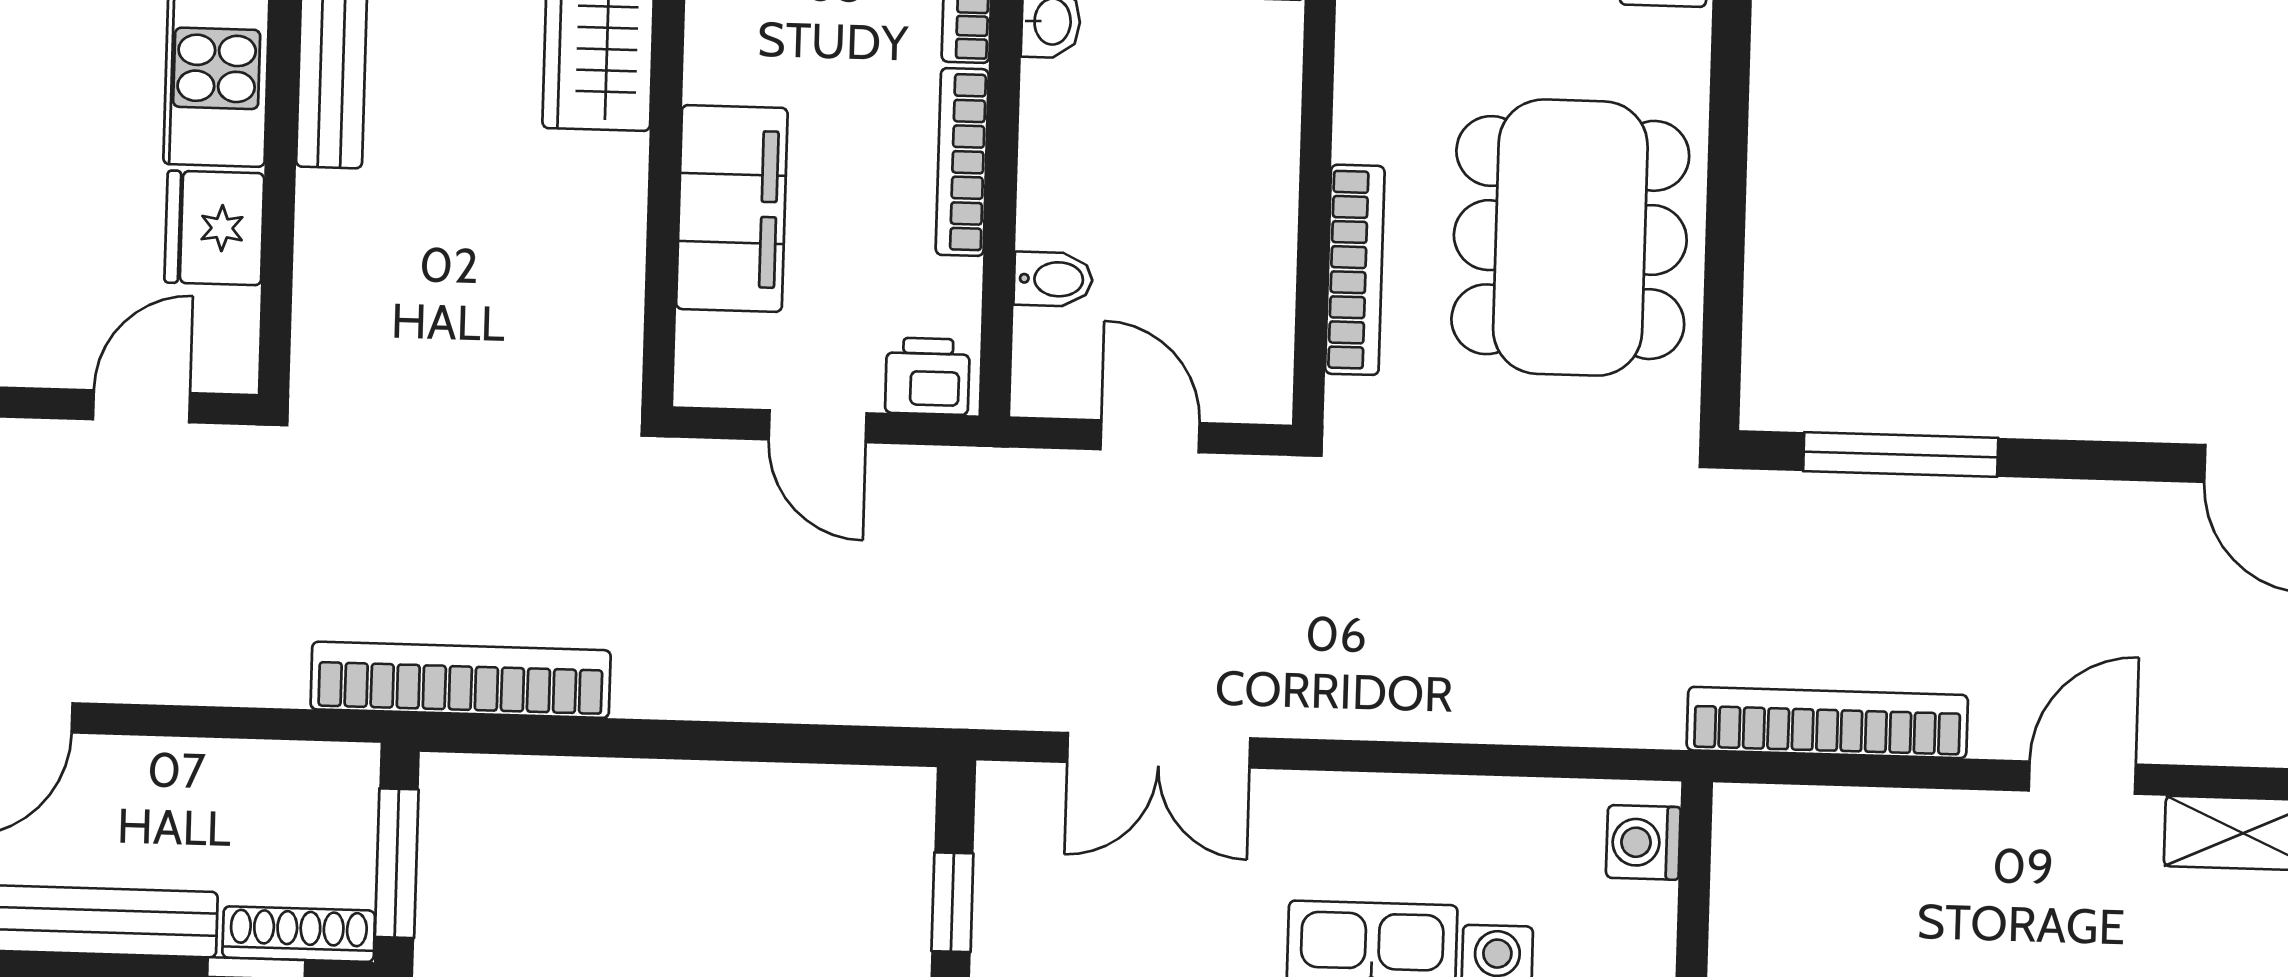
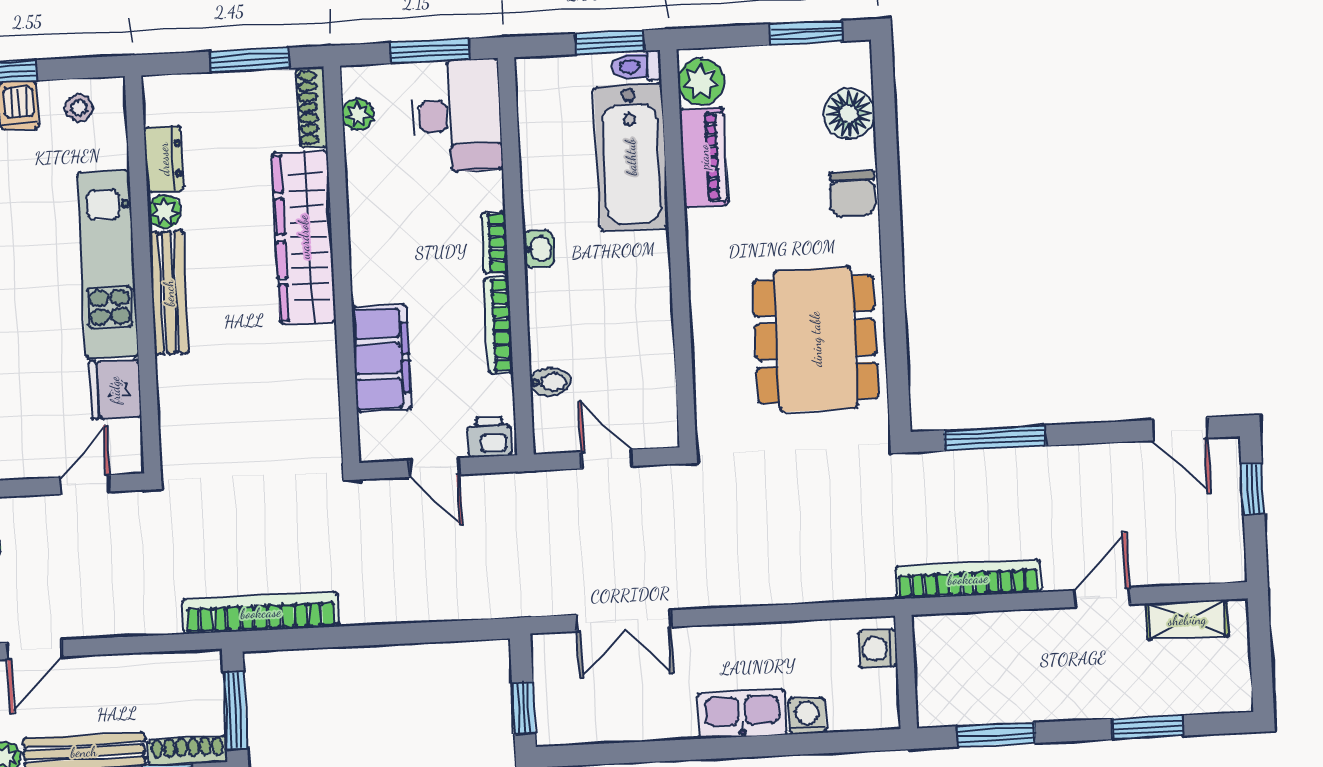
bookcase: (1355, 270) -> (706, 365), removed

